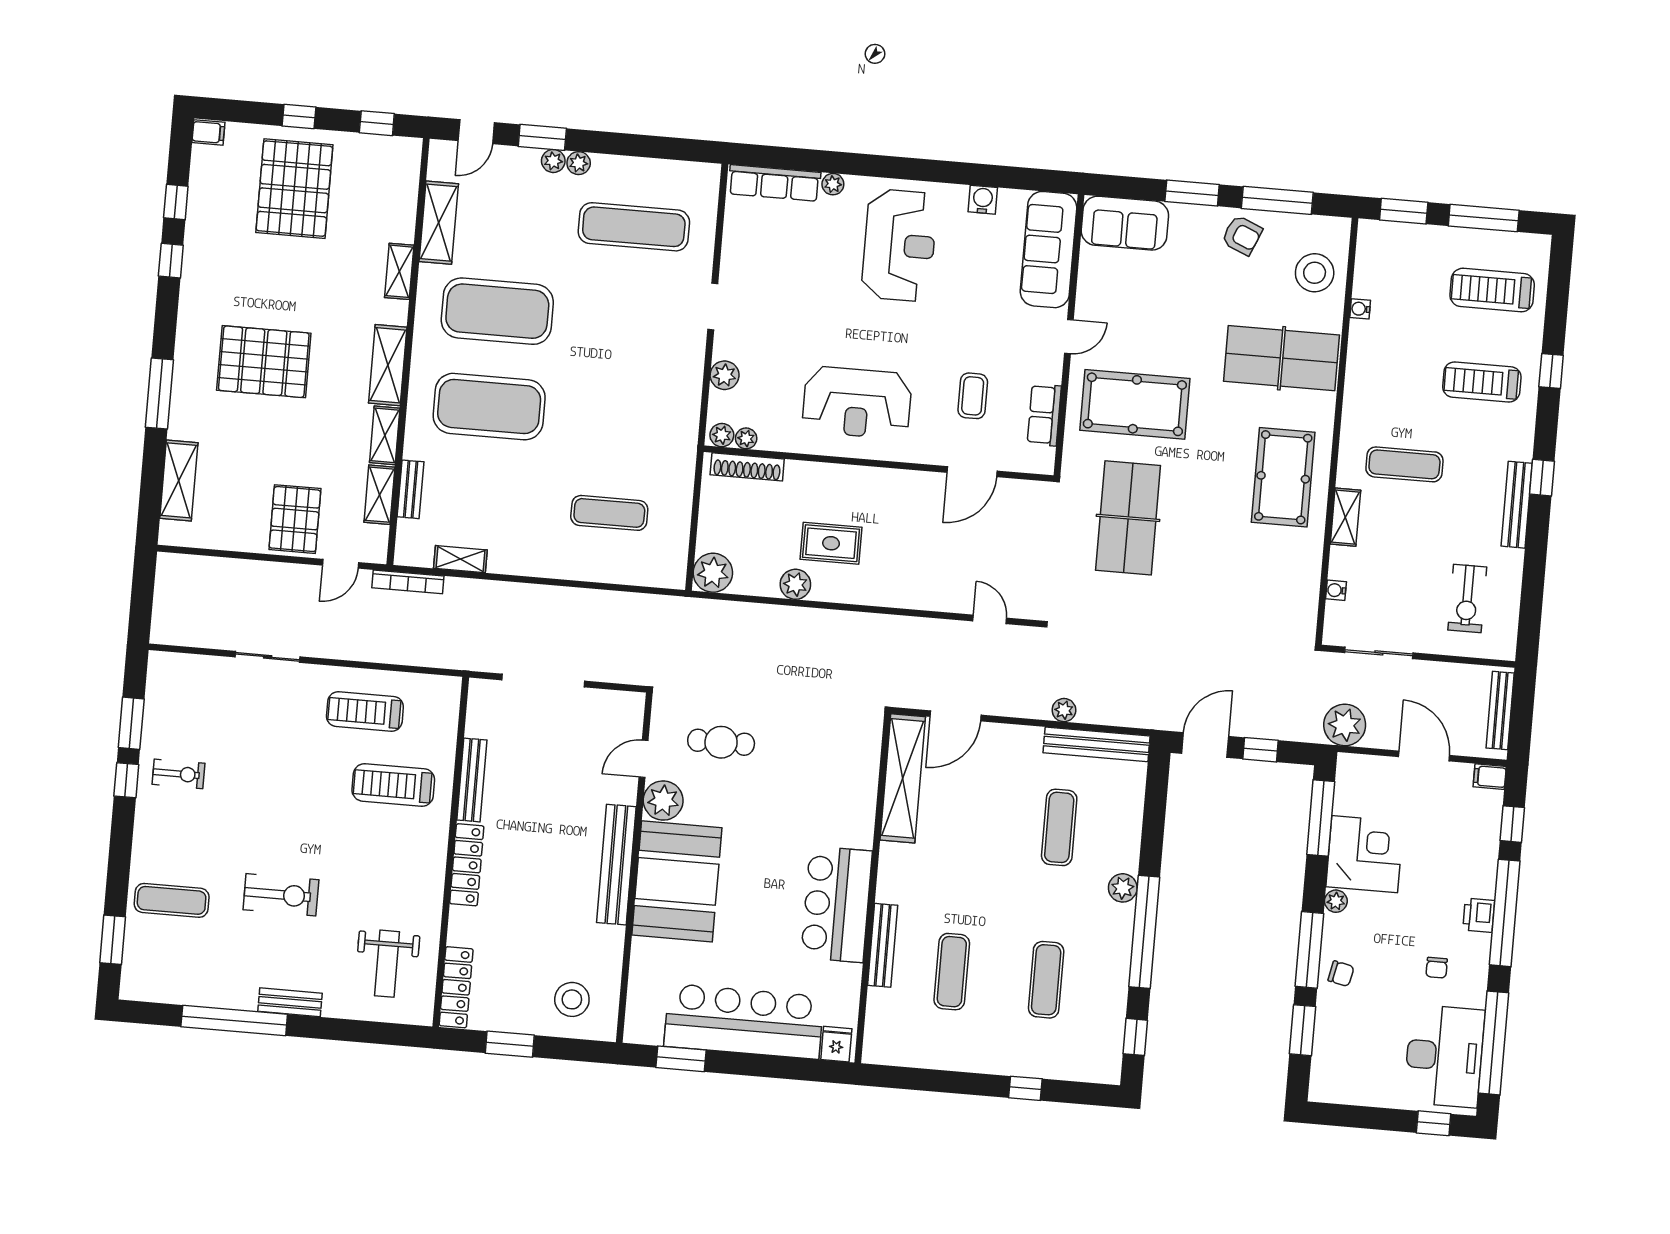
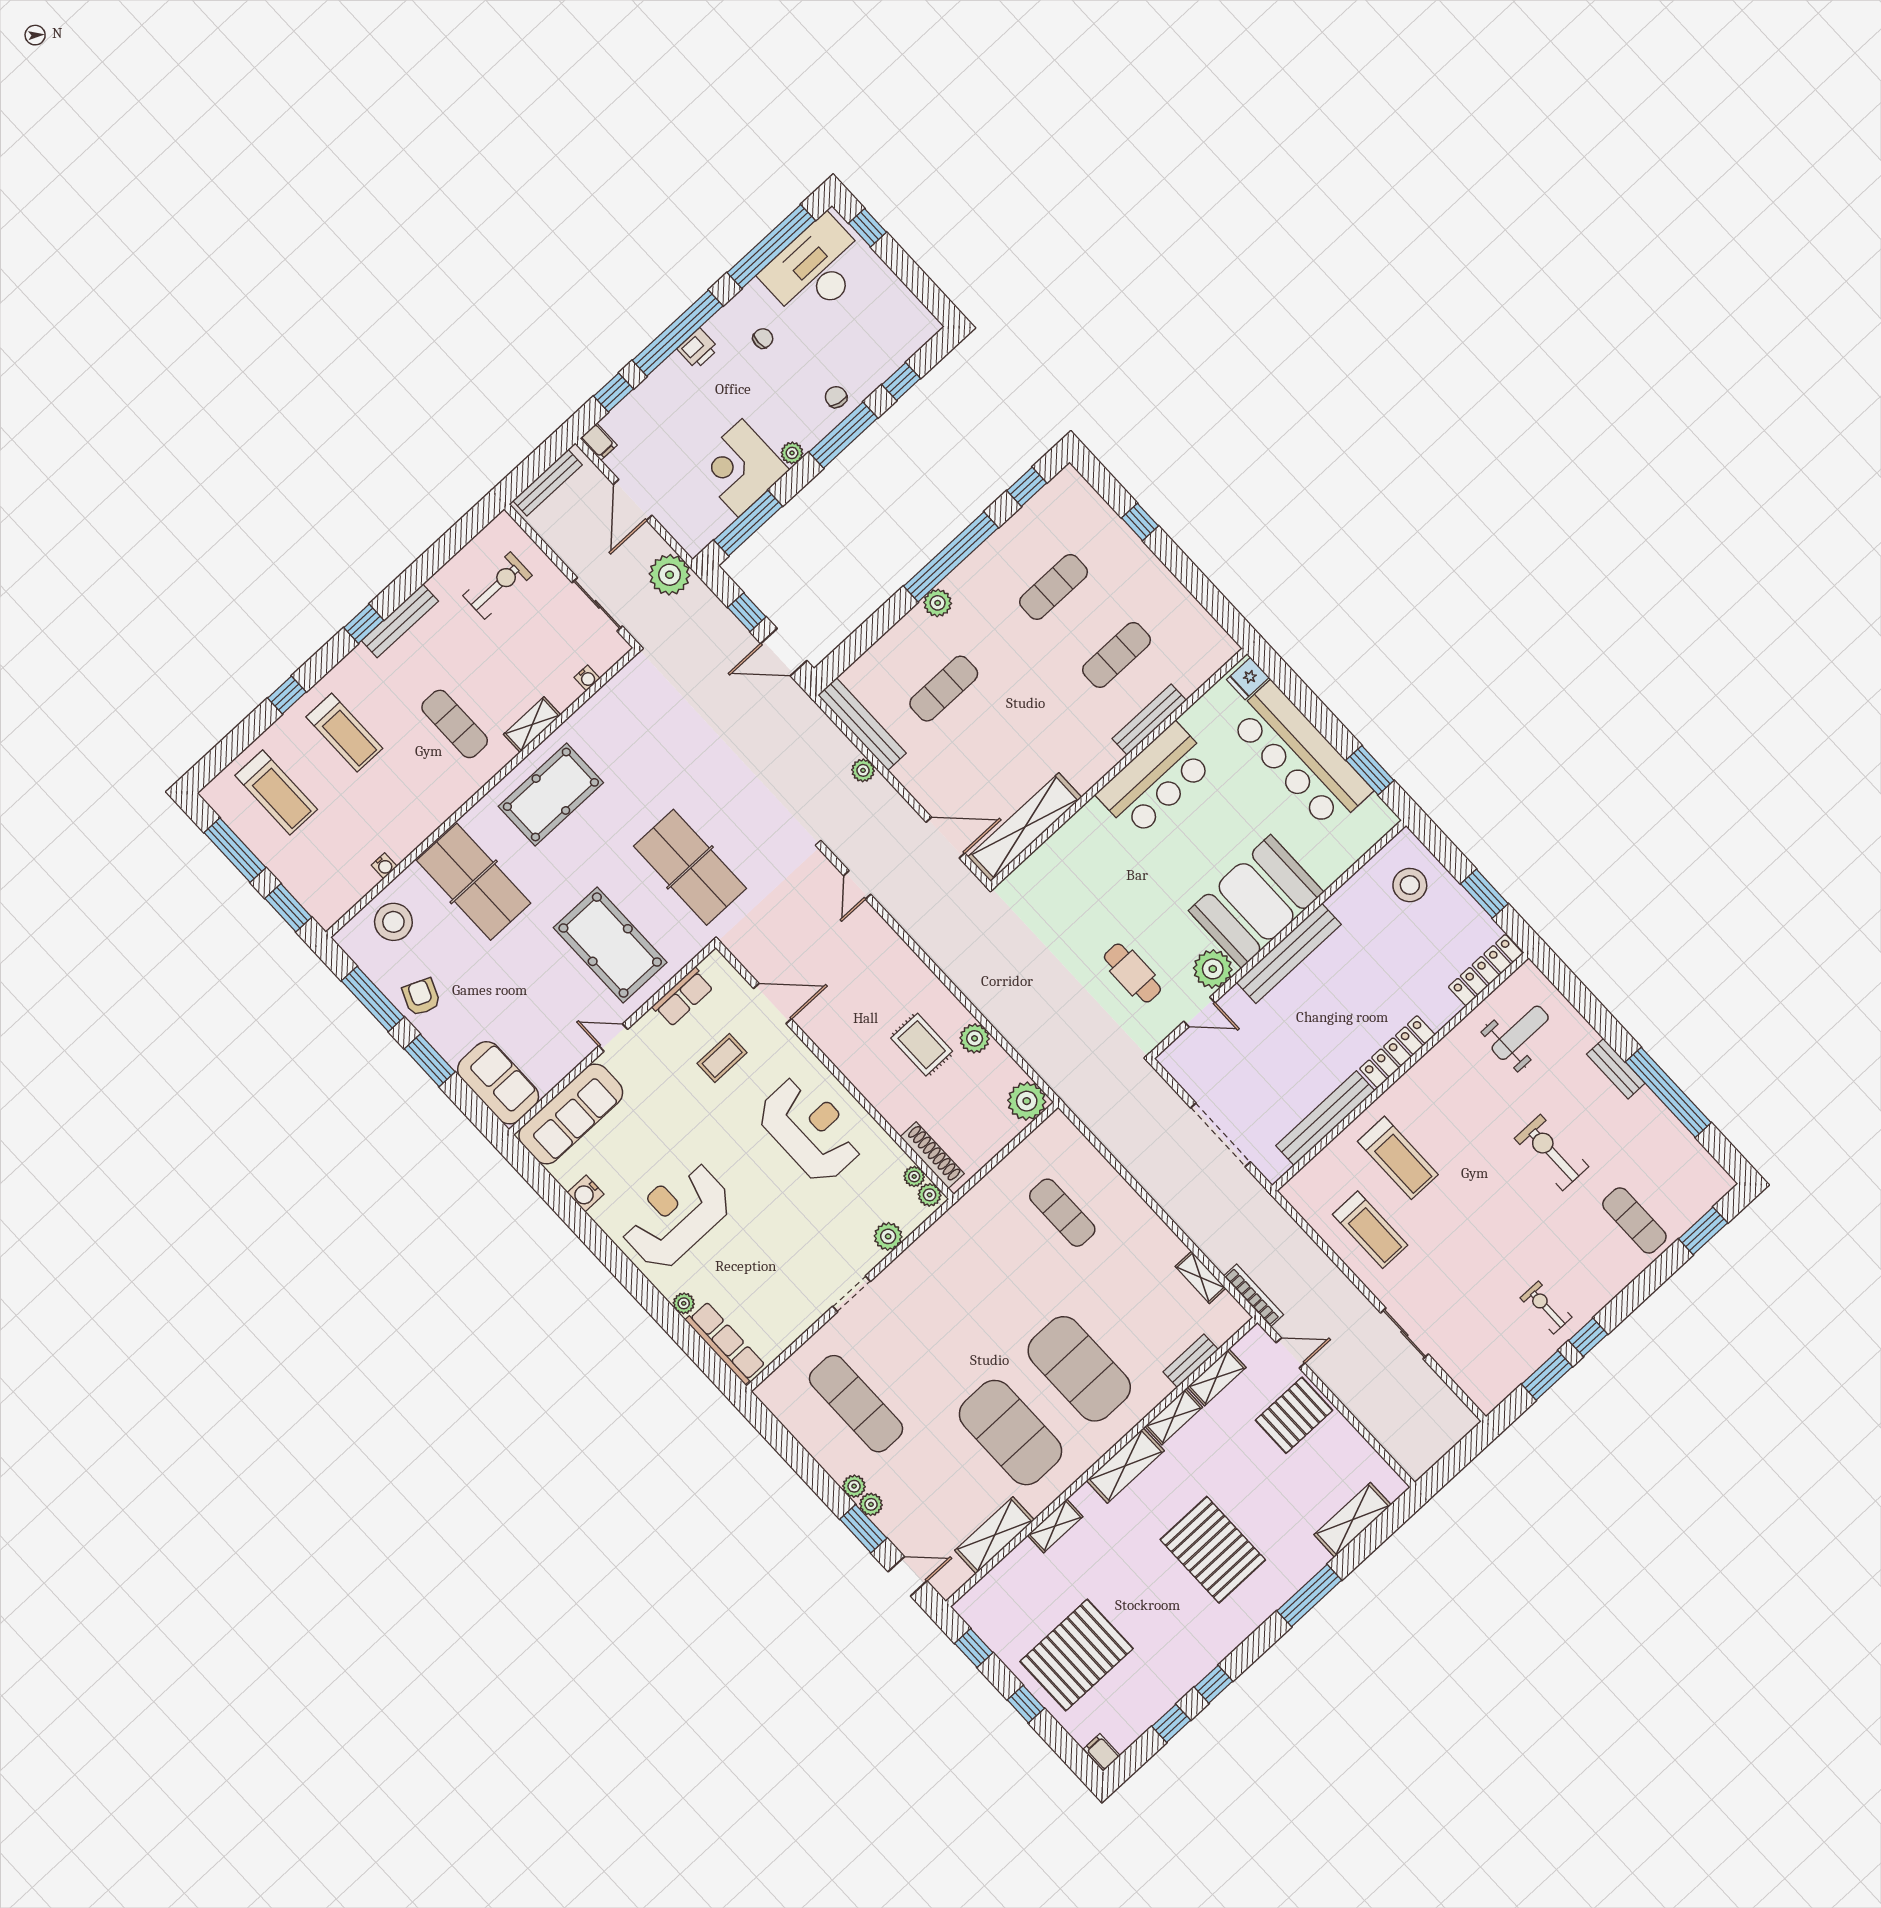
table tennis table: (1128, 518) -> (690, 867), turned 90
bench: (472, 780) -> (1325, 1118), width x1.37, depth x1.21
window: (1303, 1030) -> (901, 381), width x0.67

